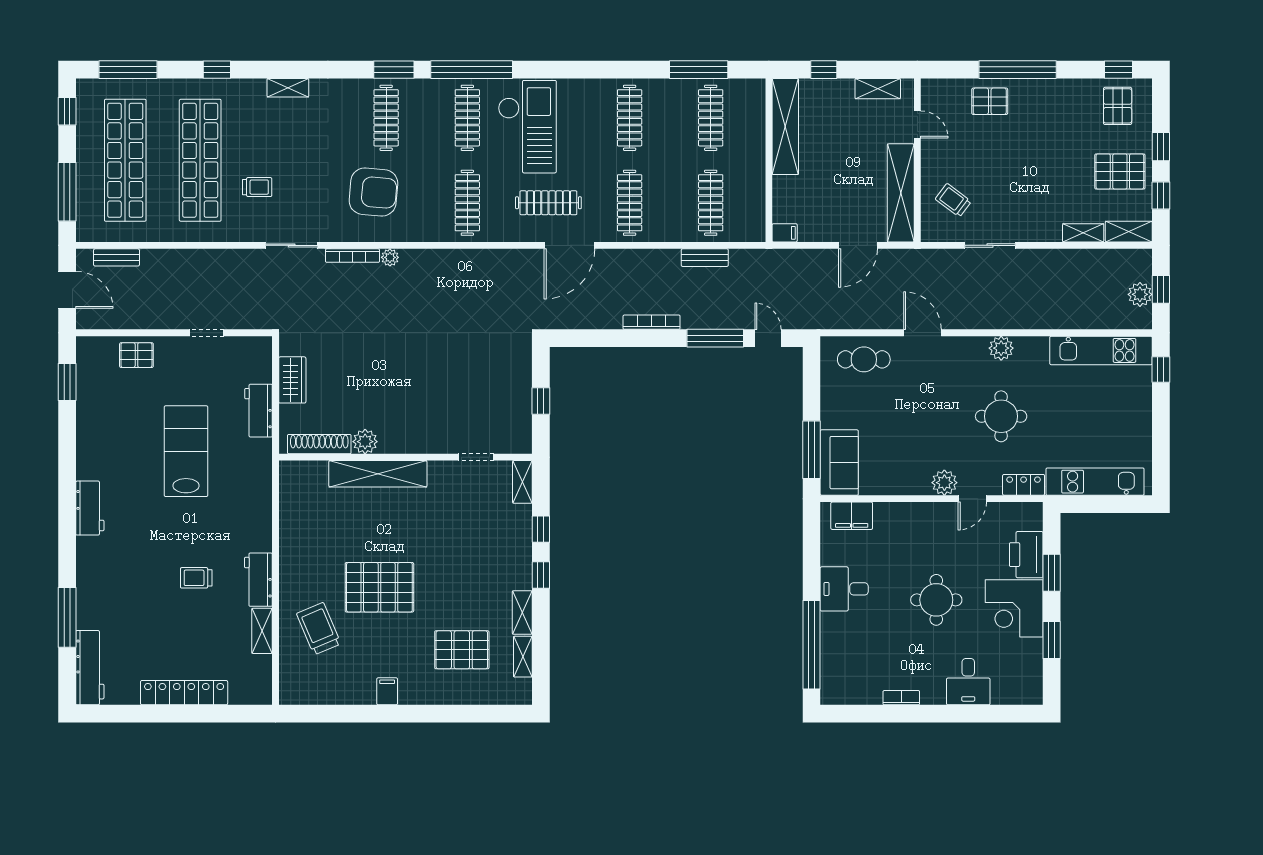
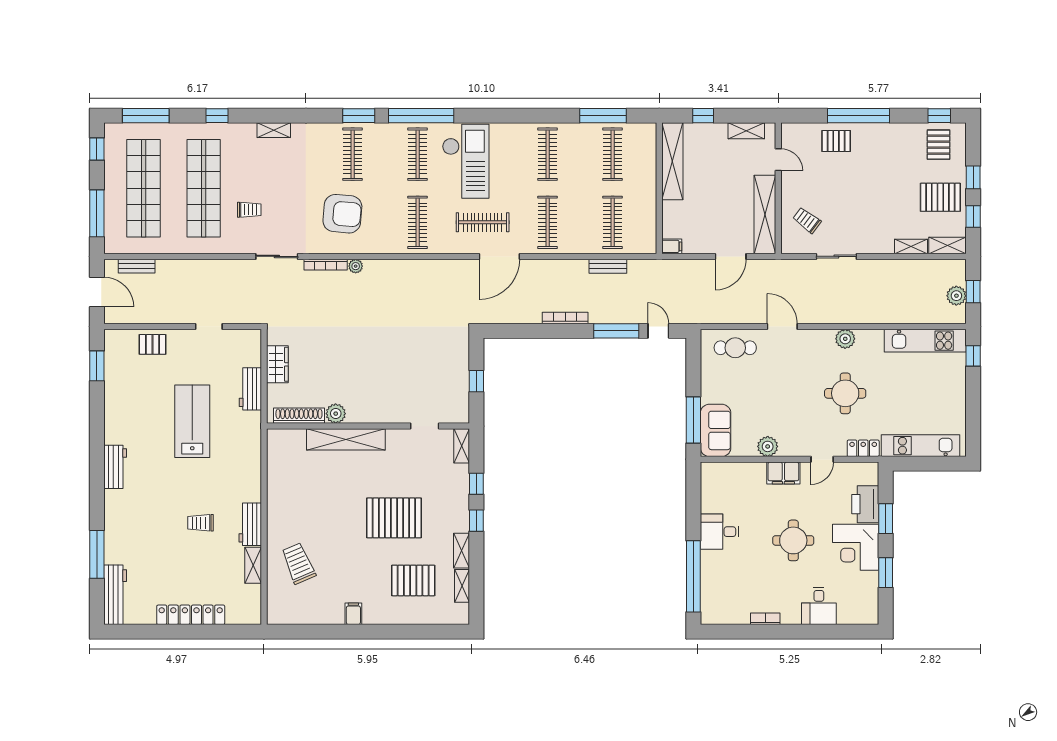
plant: (944, 483) -> (768, 446), moved
filing cabinet: (852, 516) -> (783, 473), moved
pallet: (379, 587) -> (394, 518), moved

